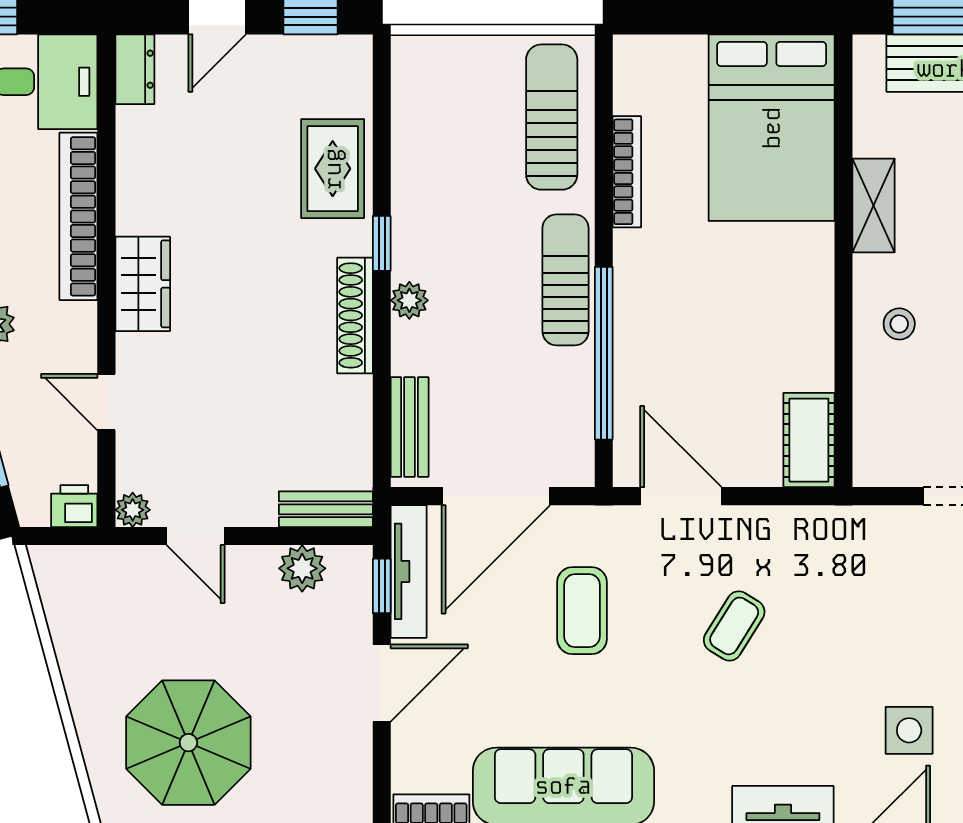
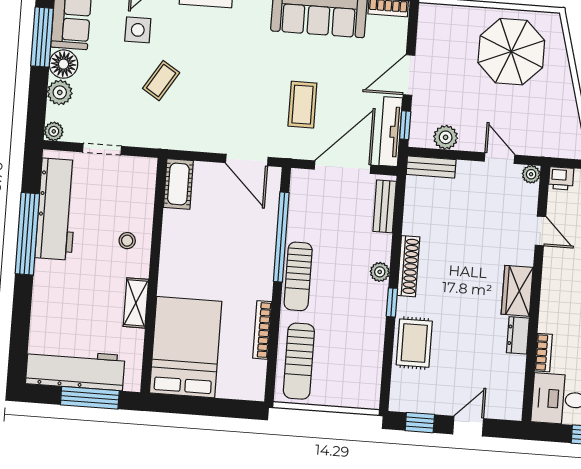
dresser: (135, 69) -> (518, 335), moved
bookcase: (78, 216) -> (543, 353), width x0.43, depth x0.76
coffee table: (734, 626) -> (161, 81), moved

